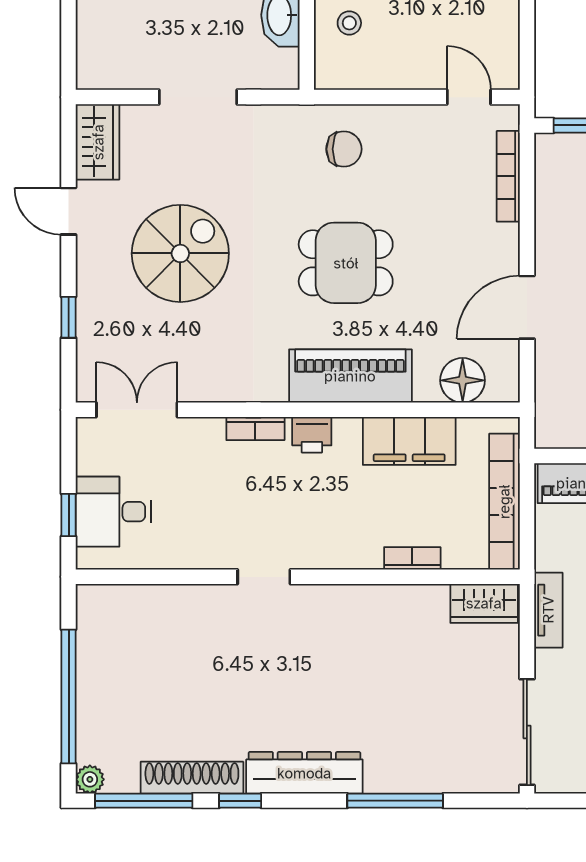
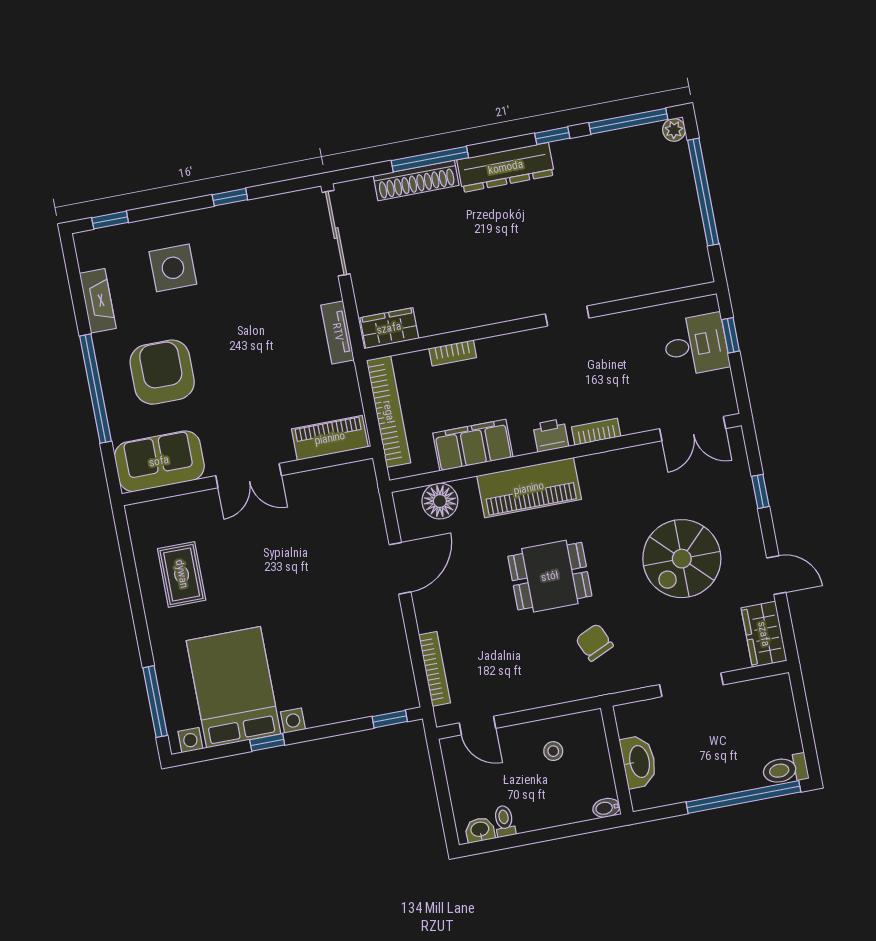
stool: (349, 23) -> (553, 751), moved
chair: (344, 149) -> (594, 642), moved, turned 66
shoe rack: (192, 778) -> (416, 181), moved

